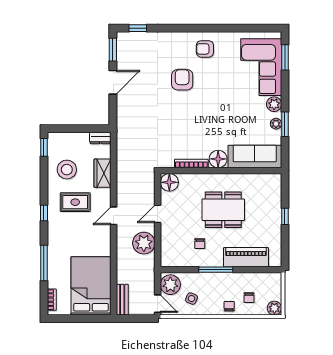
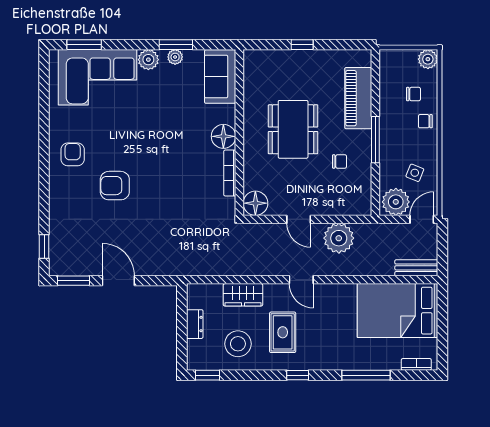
armchair: (205, 49) -> (73, 154), turned 180
dresser: (100, 138) -> (195, 324), moved
sofa: (255, 157) -> (220, 77), width x0.73

